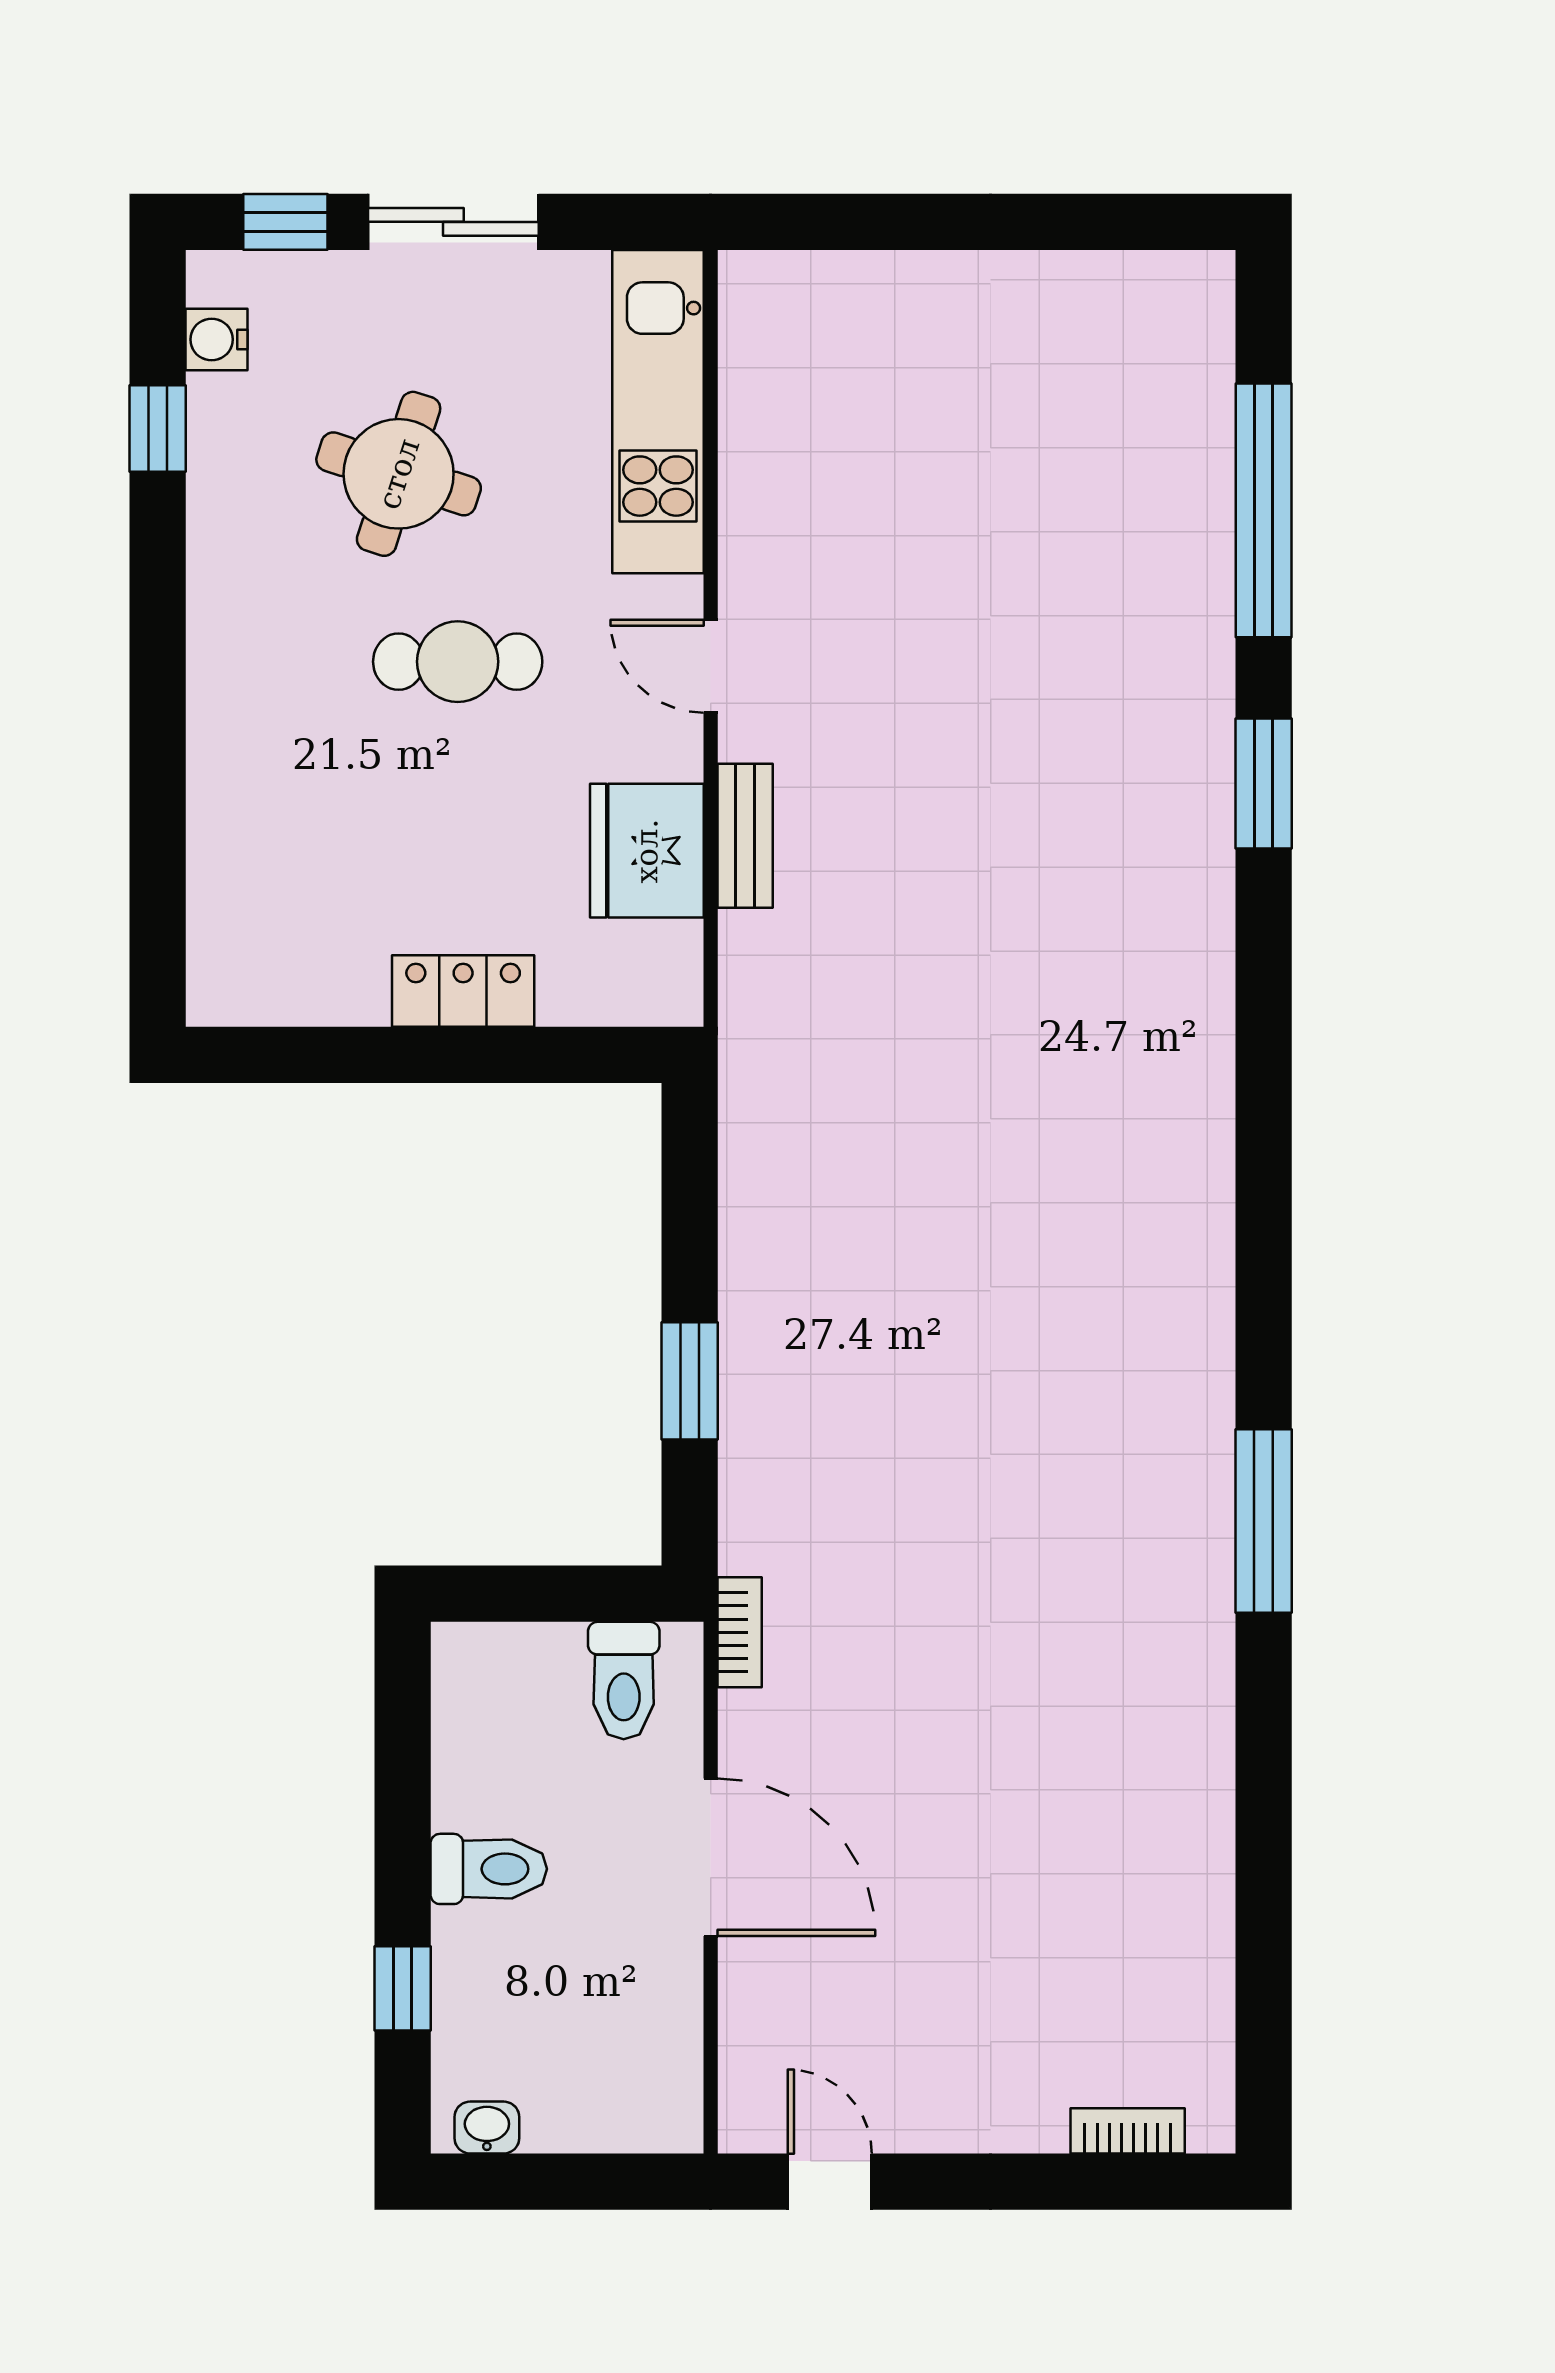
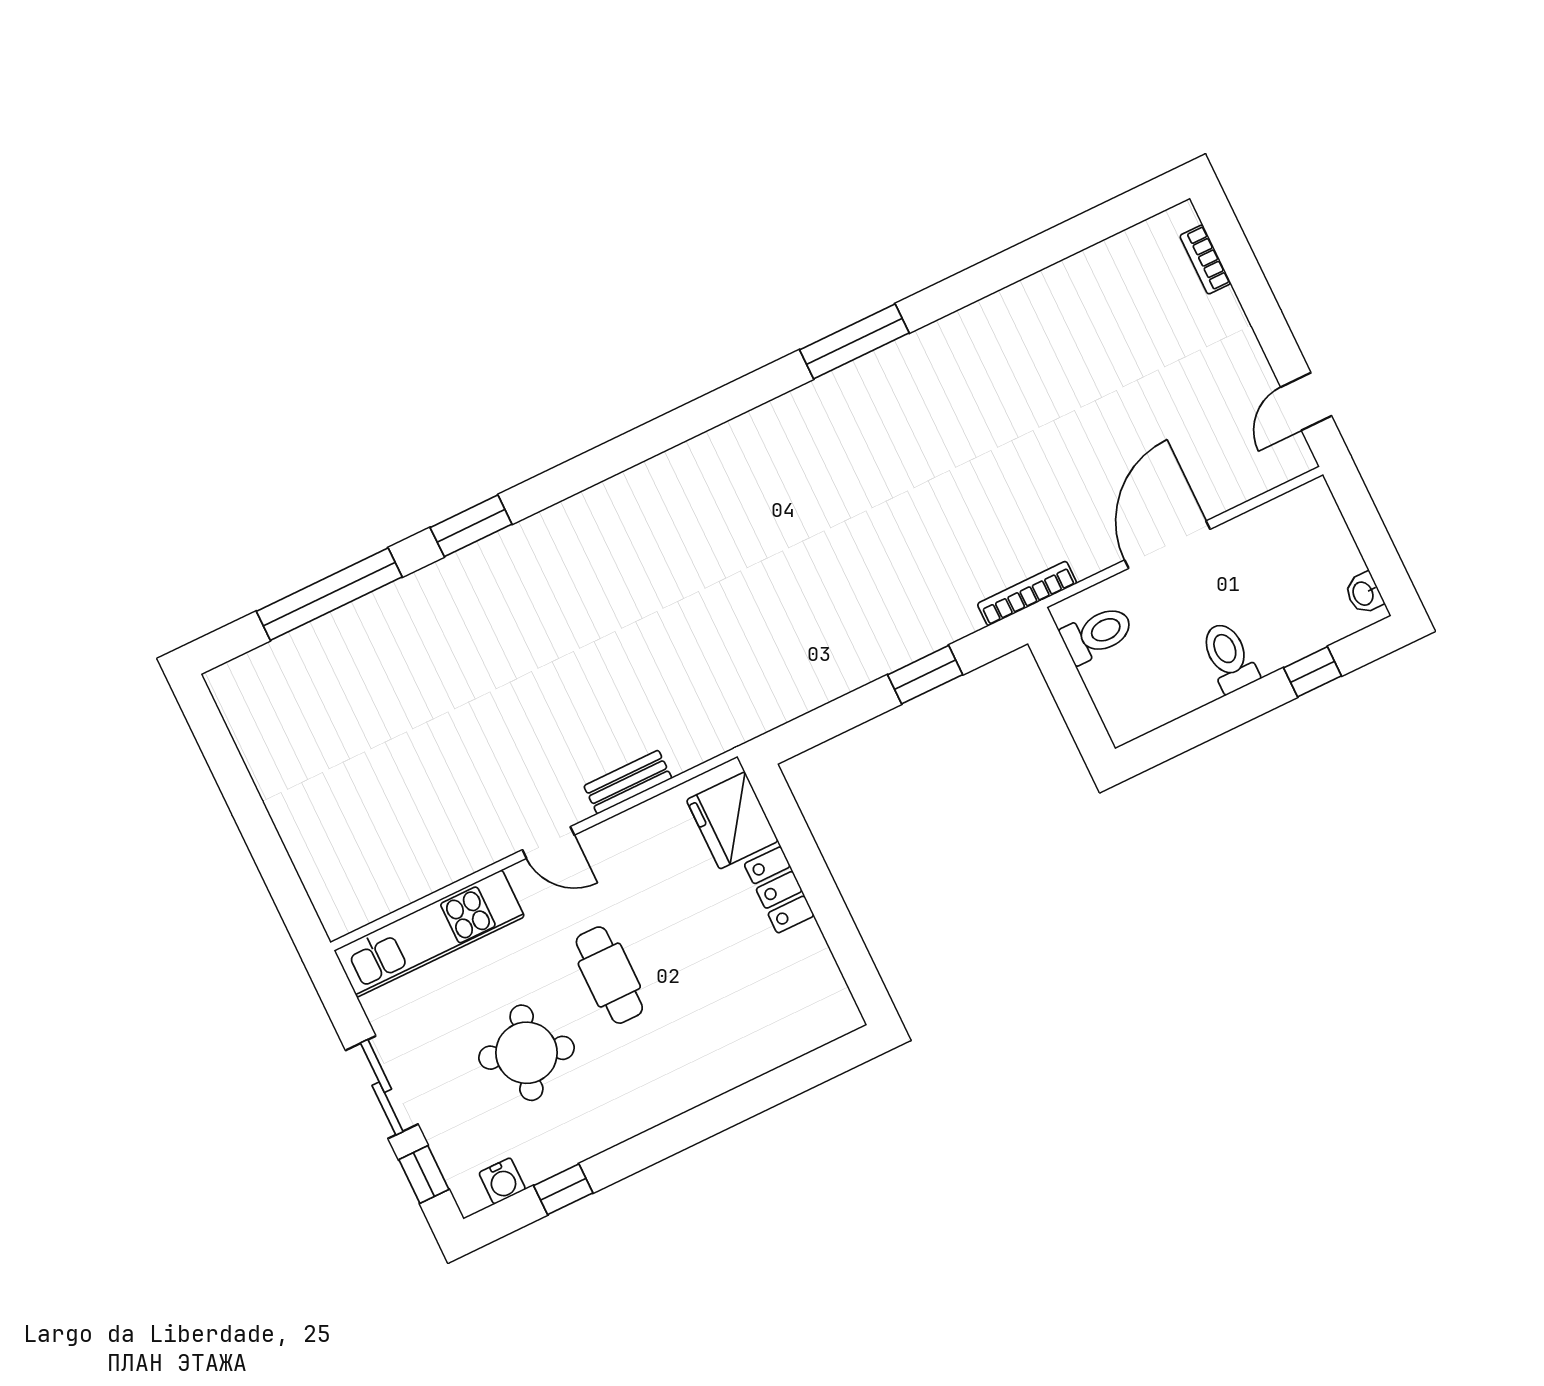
door: (711, 666) -> (548, 842), hinge flipped
fridge: (647, 851) -> (732, 821), moved, turned 90
bookcase: (740, 1632) -> (1027, 594), width x1.56

